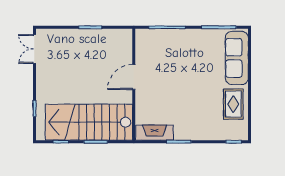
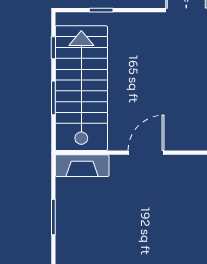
door: (134, 77) -> (146, 153), hinge flipped
fireplace: (154, 133) -> (82, 166), moved, turned 90

